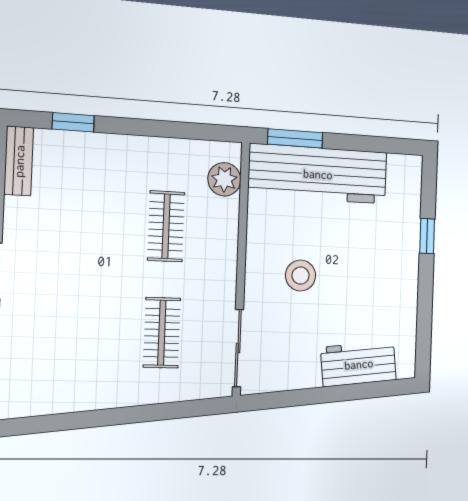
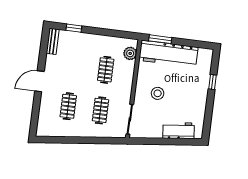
clothes rail: (76, 330) -> (68, 106), added

